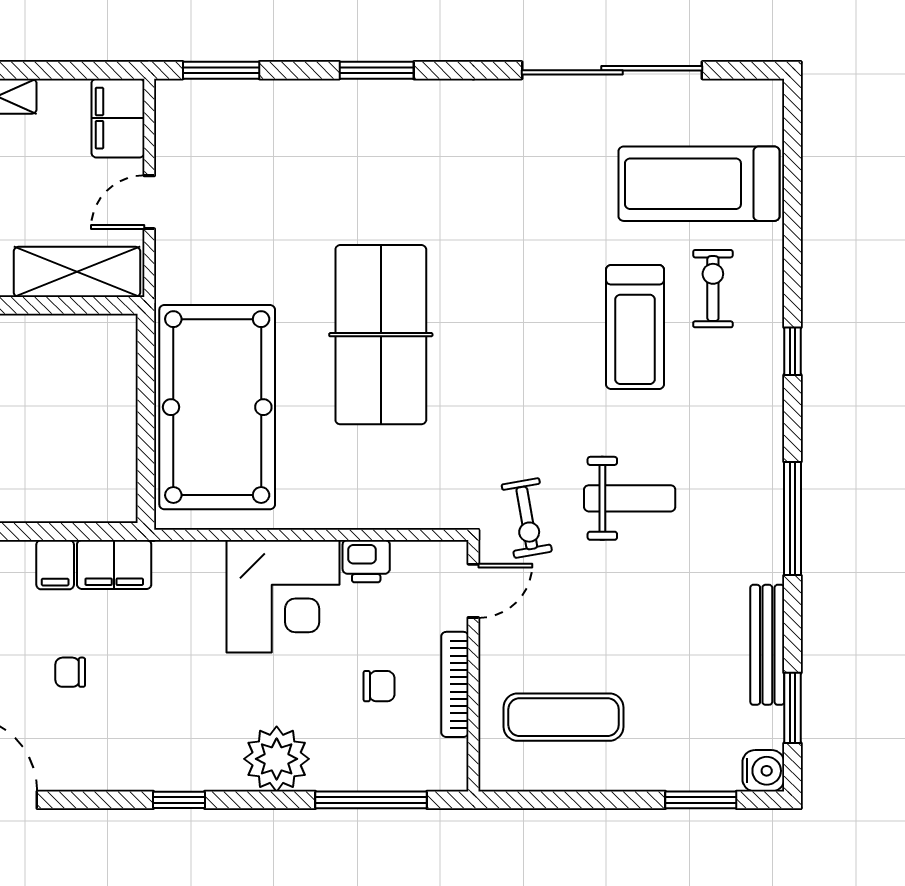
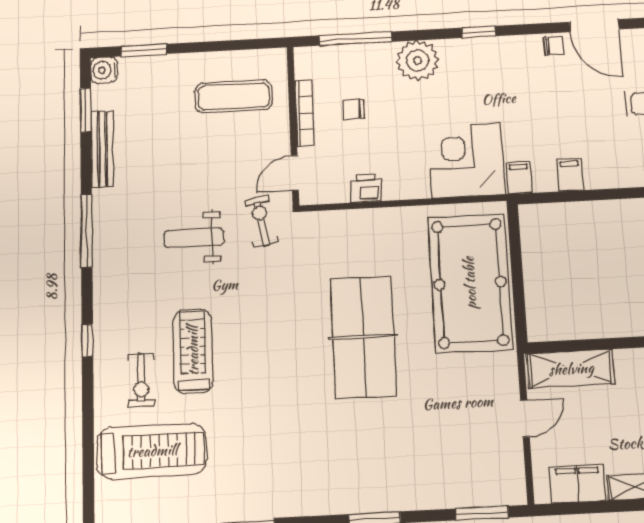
filing cabinet: (118, 118) -> (578, 484), moved, turned -90
filing cabinet: (114, 564) -> (519, 178), width x0.50
corner desk: (283, 596) -> (466, 160), moved
chair: (70, 672) -> (554, 46), moved

